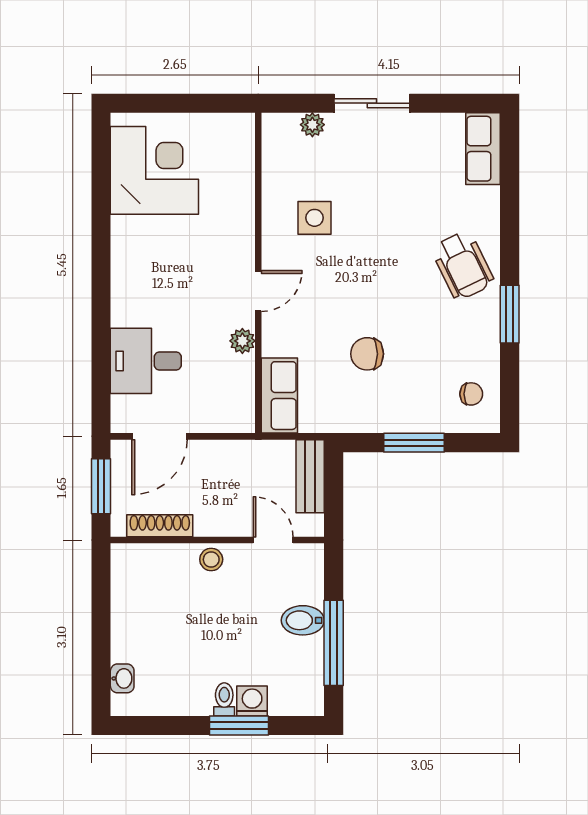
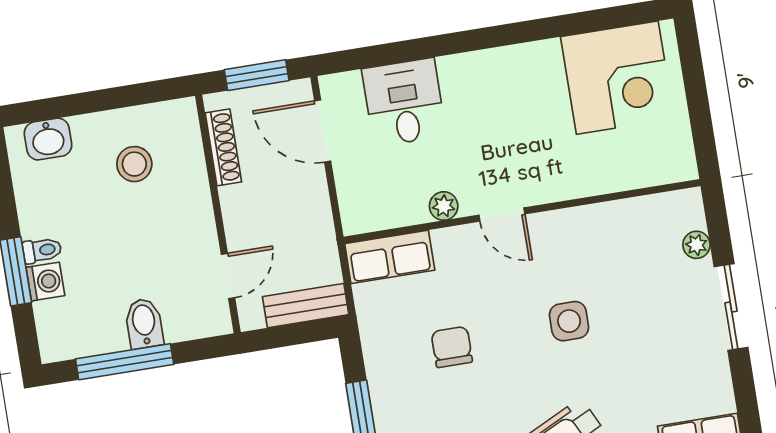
side table: (315, 218) -> (569, 321), moved
stool: (211, 559) -> (134, 164), moved, width x1.37, depth x1.37
washbasin: (122, 678) -> (48, 139), width x1.38, depth x1.45

